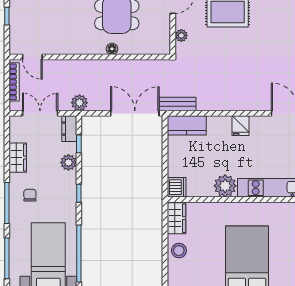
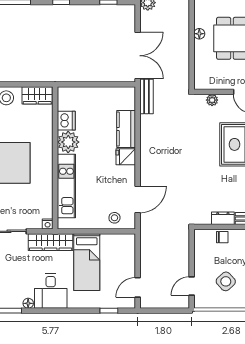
kitchen counter: (187, 125) -> (126, 129), moved
dishwasher: (177, 187) -> (66, 121), moved, turned -90

